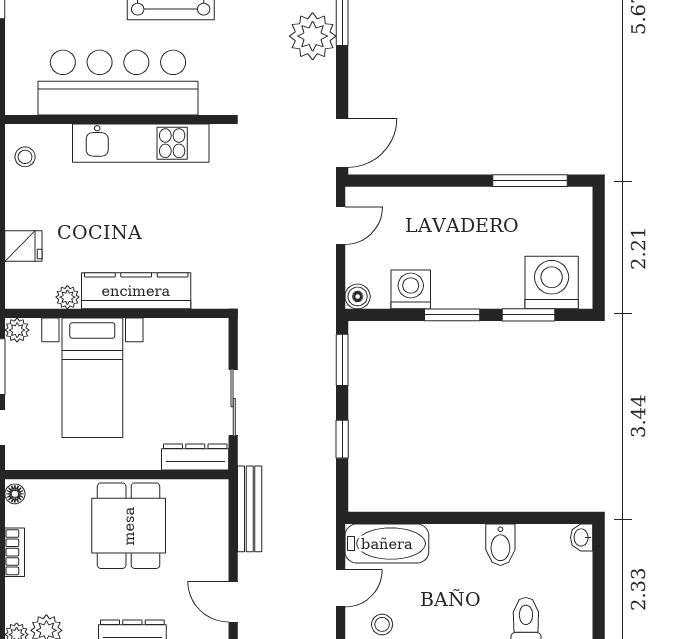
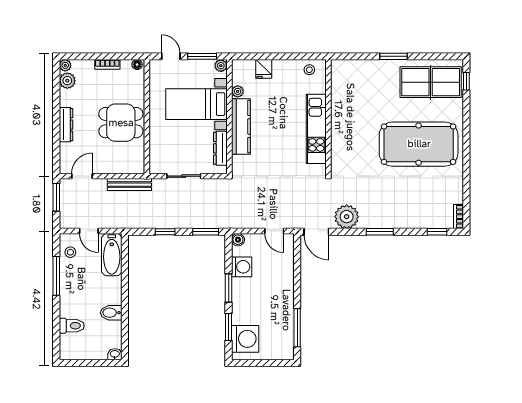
plant: (313, 36) -> (347, 217), moved
bar counter: (118, 82) -> (347, 117), removed
dresser: (195, 457) -> (220, 148), moved, turned 180

